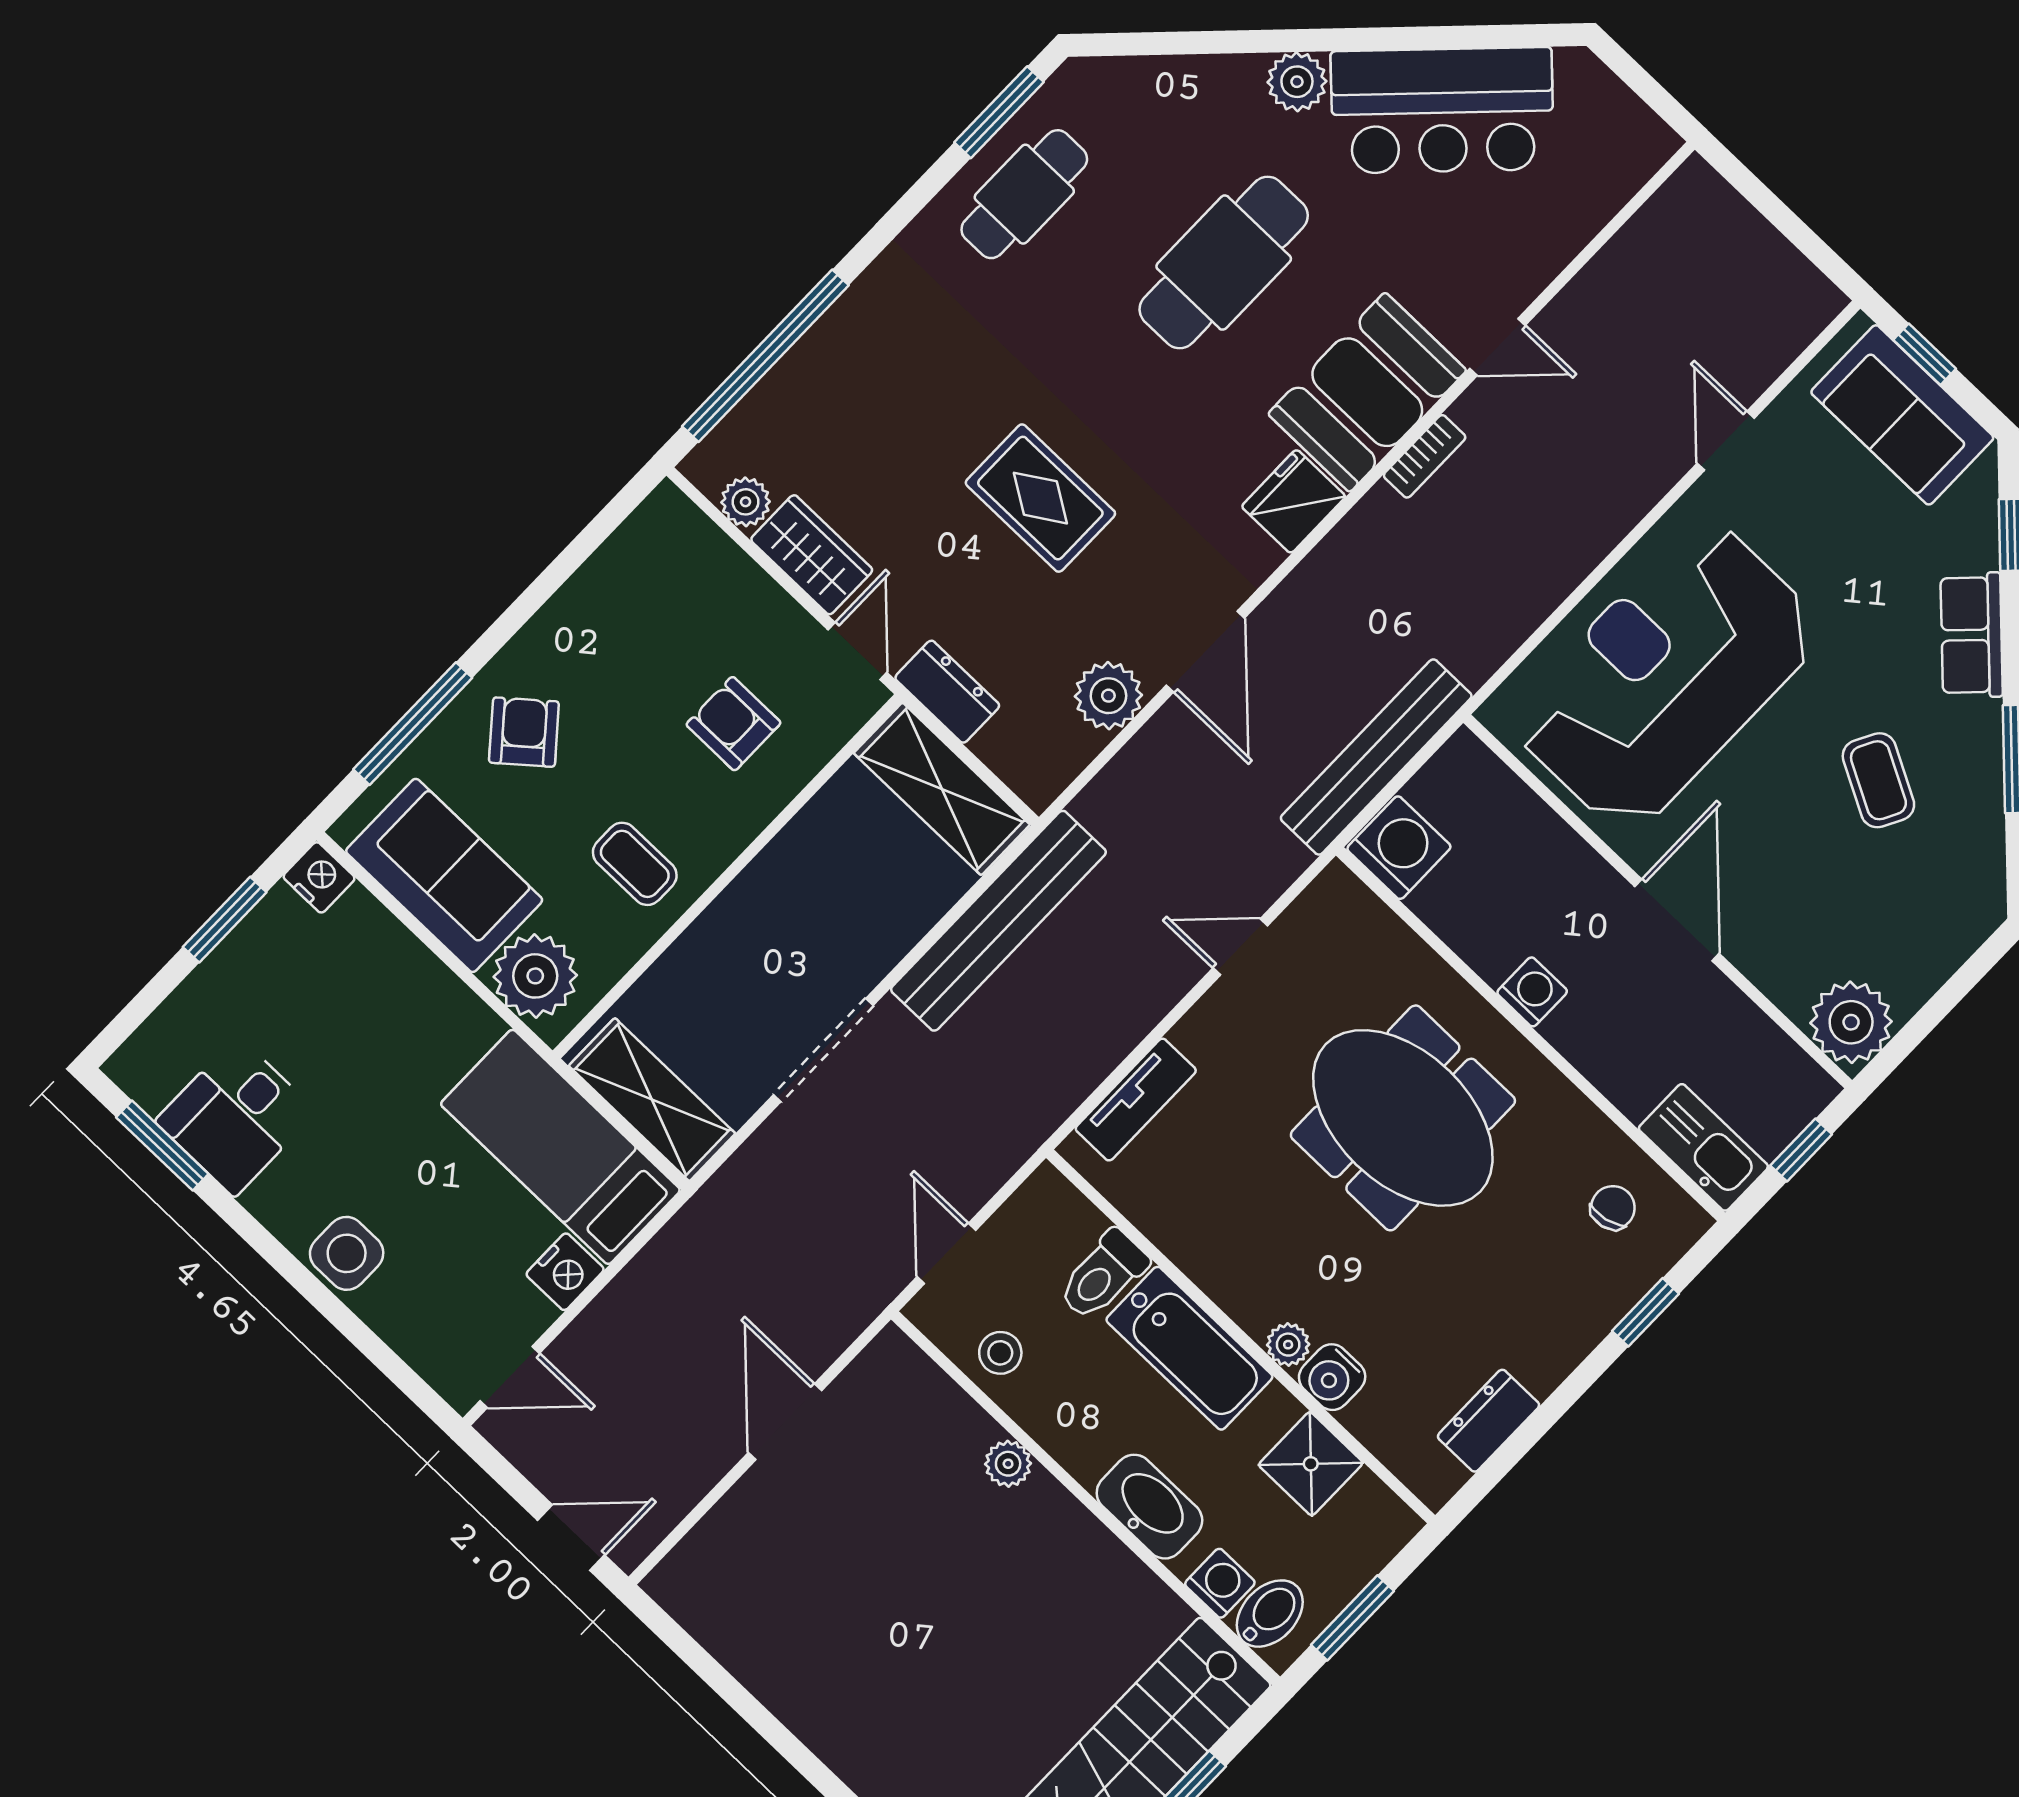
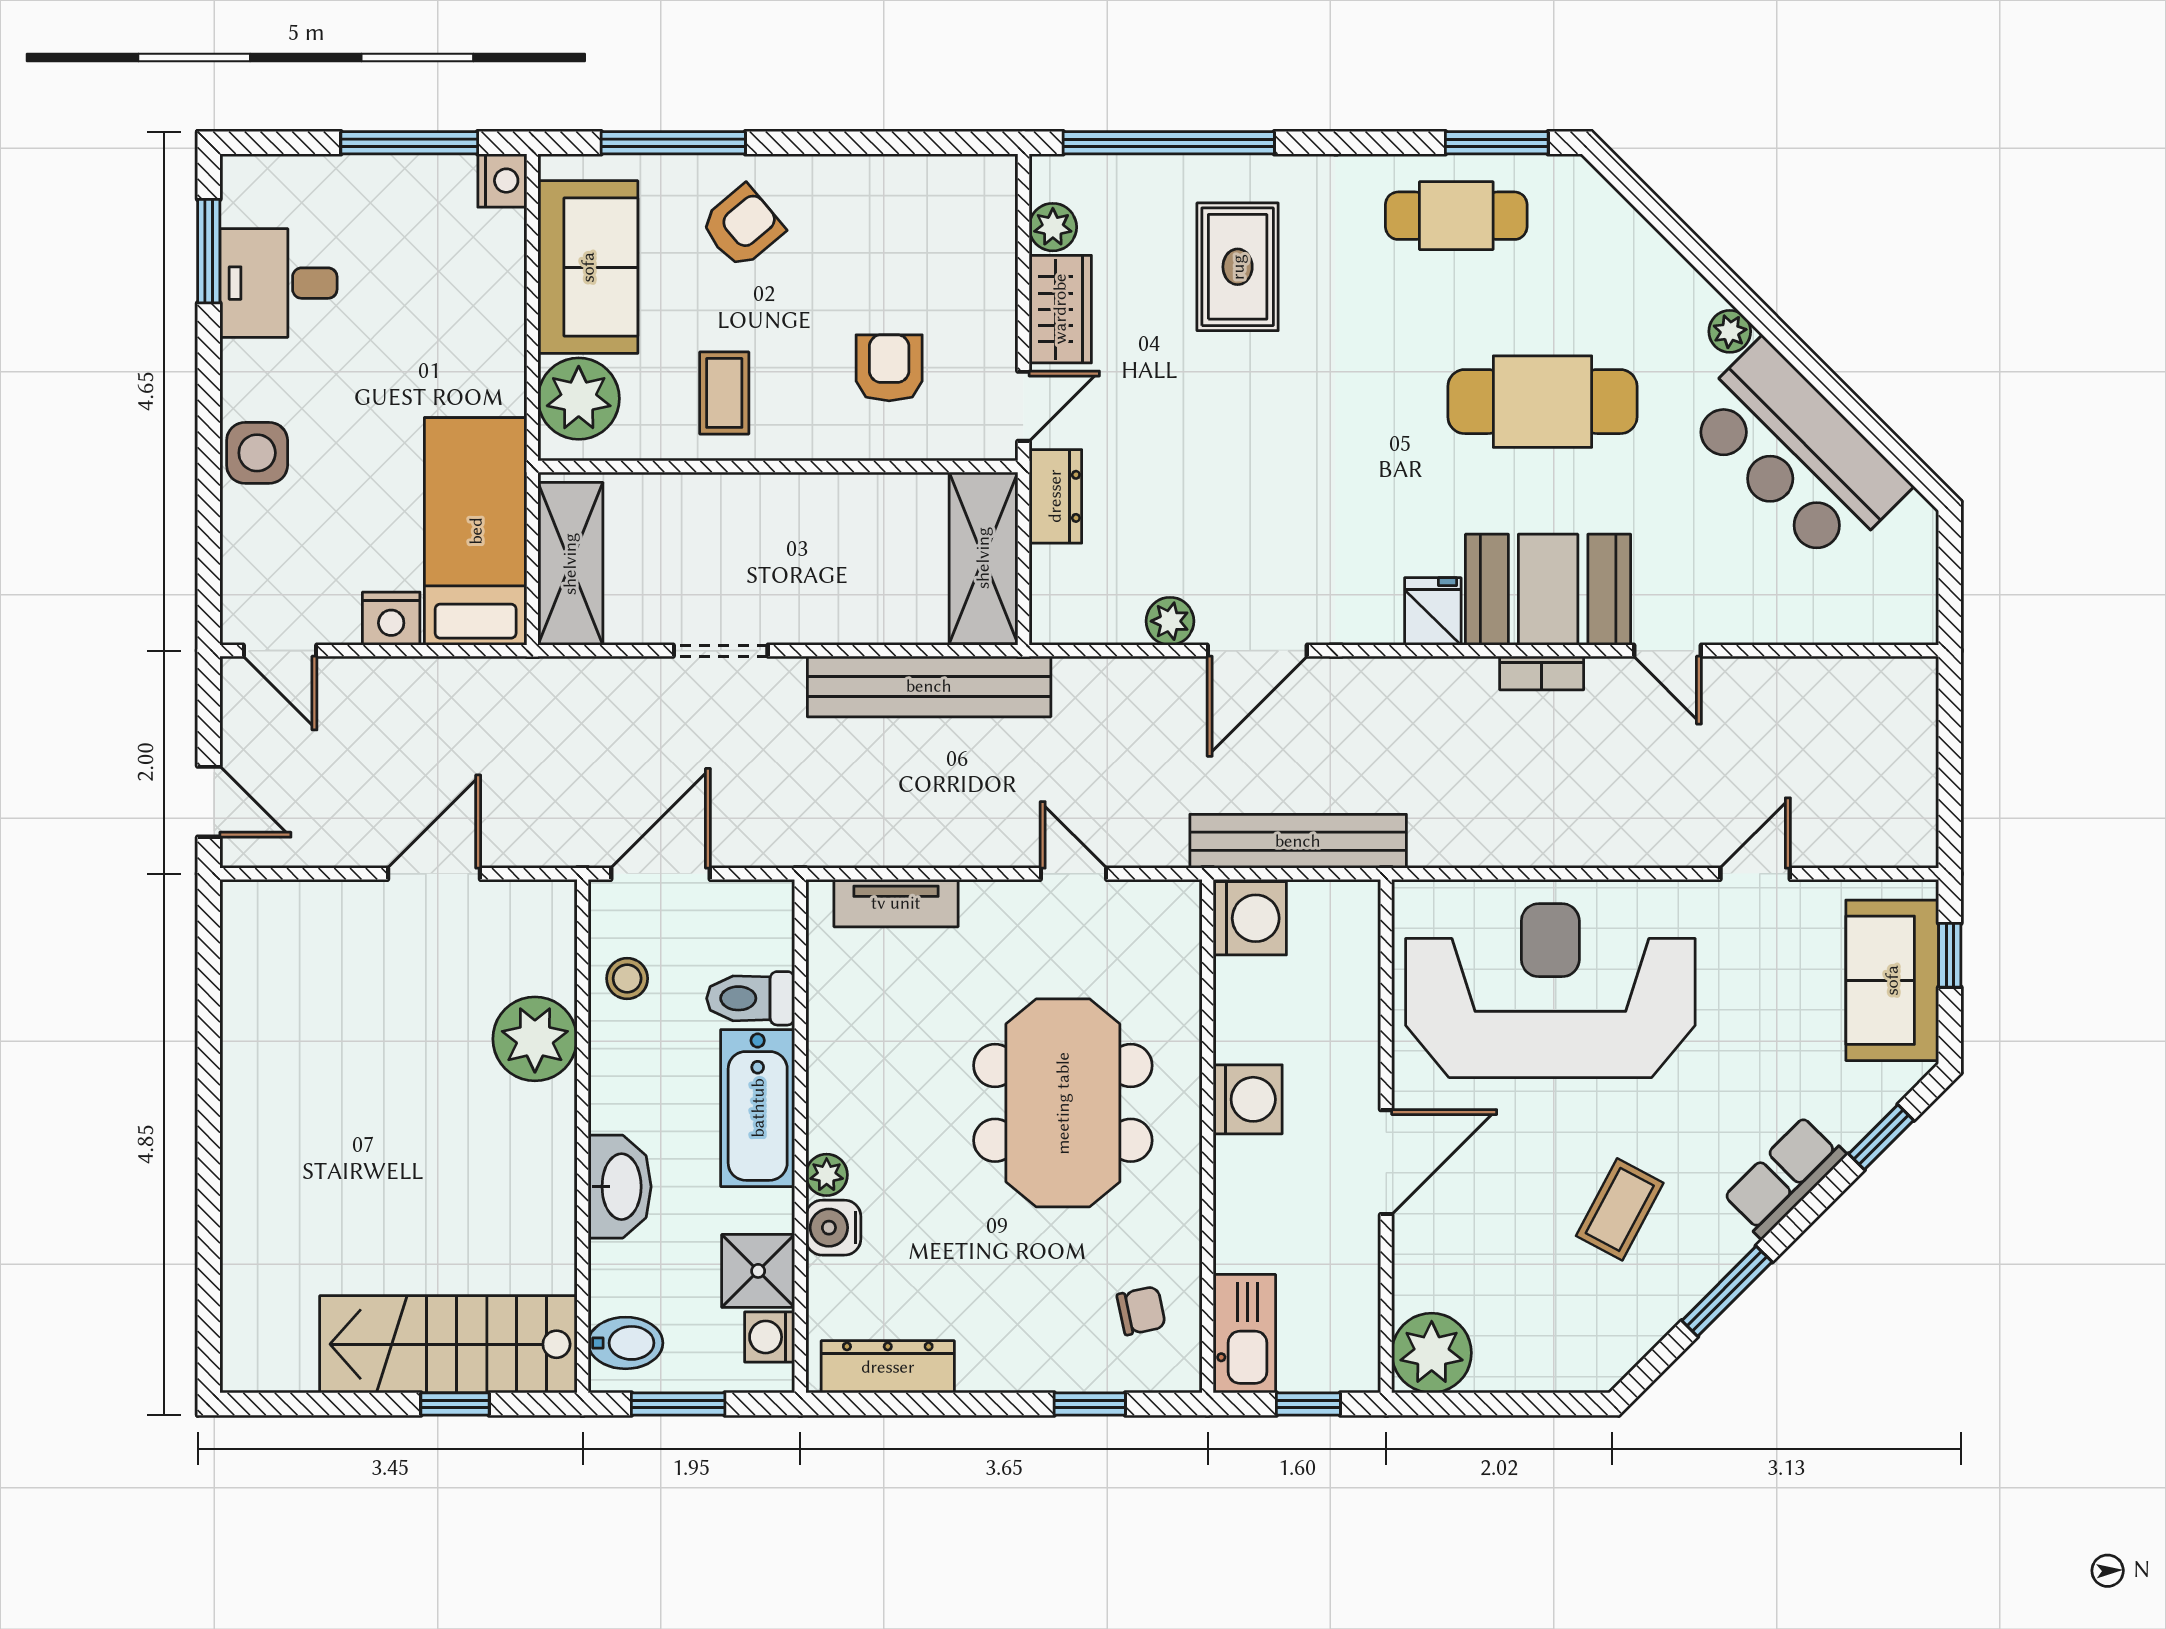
plant: (1297, 82) -> (1730, 331), width x0.73, depth x0.73
rug: (1040, 498) -> (1238, 267), moved
fridge: (1294, 501) -> (1433, 611), width x0.72
plant: (1108, 696) -> (1170, 621), width x0.73, depth x0.73
window: (225, 920) -> (409, 143), width x1.44
washing machine: (1532, 992) -> (1248, 1099), width x1.38, depth x1.38
doorway: (823, 1050) -> (721, 651), width x0.73
door: (946, 1254) -> (661, 874), width x1.38
dresser: (1489, 1421) -> (888, 1367), width x1.44
plant: (1008, 1464) -> (535, 1039), width x1.88, depth x1.88
washing machine: (1220, 1583) -> (770, 1337), moved, turned 180

